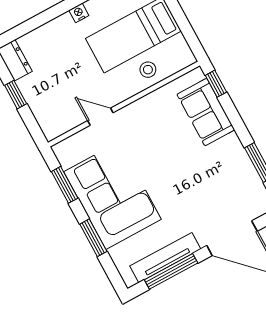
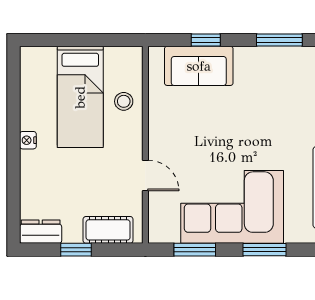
window: (216, 84) -> (206, 40), moved
cot: (44, 111) -> (108, 230), added
door: (100, 117) -> (145, 176), swing flipped

